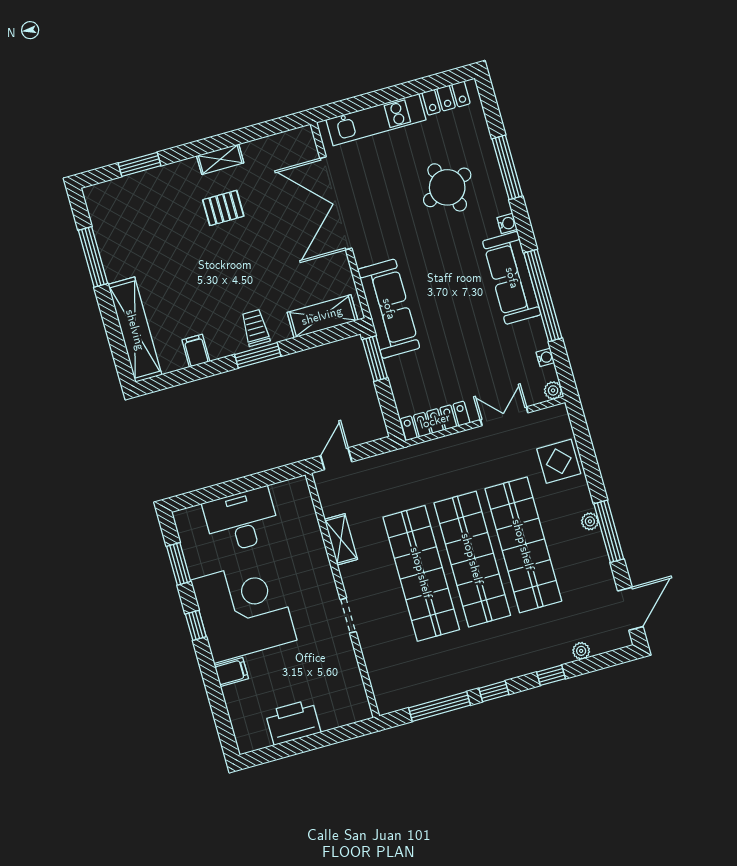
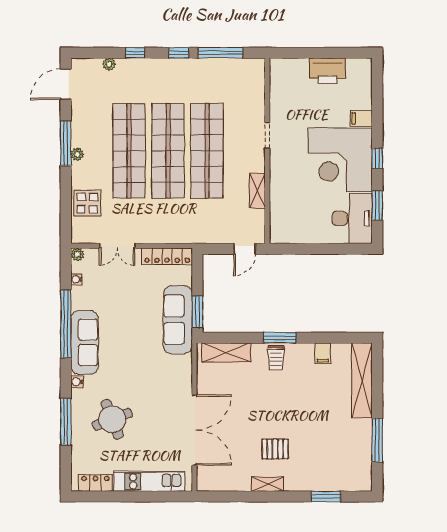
sofa: (389, 309) -> (178, 320), moved
desk: (242, 520) -> (352, 218), moved, turned -90

